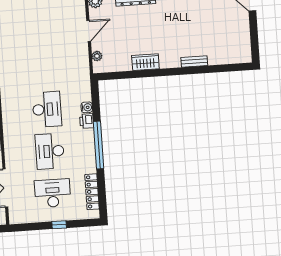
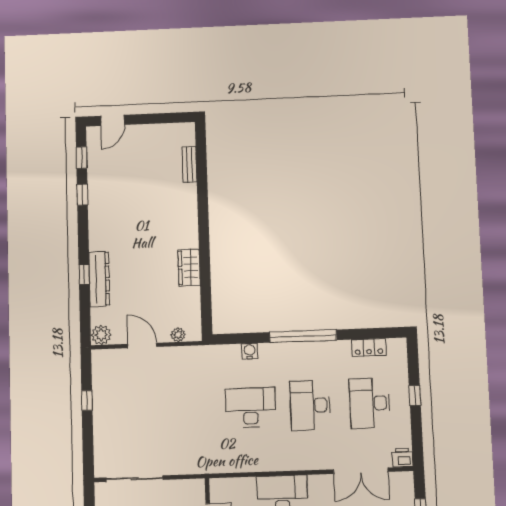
bench: (194, 61) -> (189, 164), moved
printer: (87, 121) -> (402, 458), moved, turned 180
desk: (50, 151) -> (310, 405), turned 90
locker: (92, 192) -> (369, 347), width x0.66

